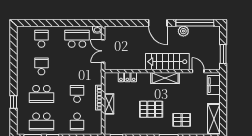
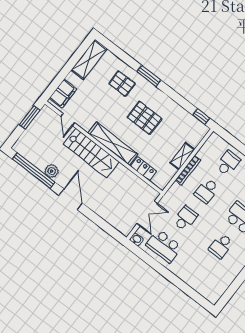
school desk: (41, 39) -> (185, 218), moved, turned 180
shelving: (165, 78) -> (113, 144), width x1.47

